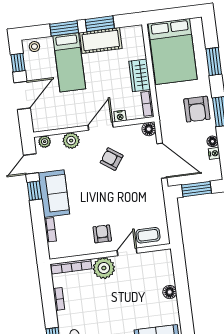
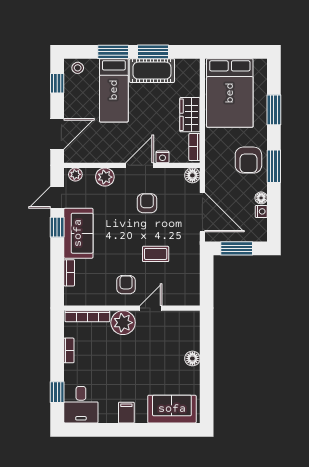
door: (22, 95) -> (57, 134), moved
armchair: (112, 159) -> (147, 203), turned 55
coffee table: (148, 235) -> (156, 254), moved

